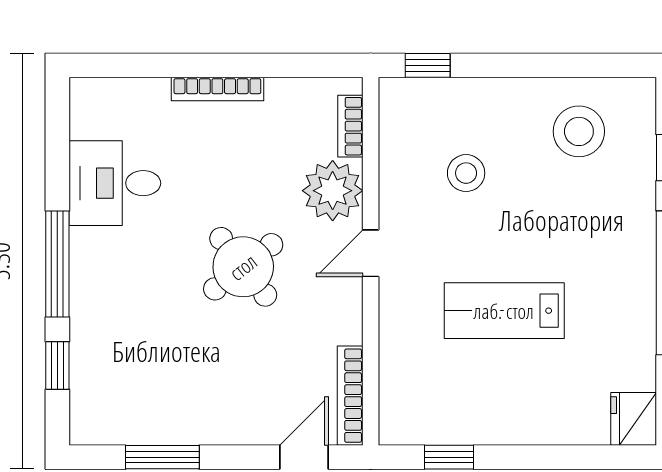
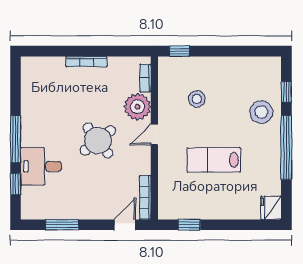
stool: (579, 131) -> (261, 112), moved
desk: (115, 183) -> (41, 166), moved

